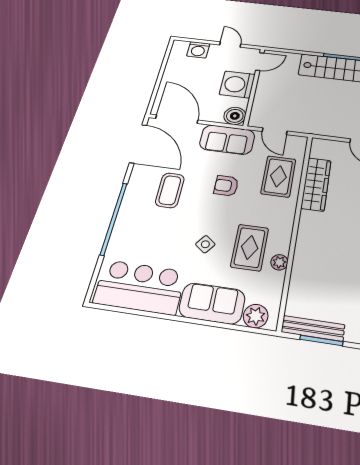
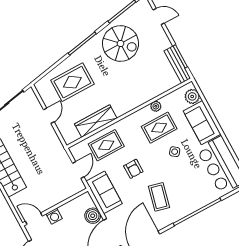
washing machine: (237, 84) -> (54, 216), width x0.53, depth x0.53
boiler: (235, 116) -> (93, 216), moved
coffee table: (170, 190) -> (159, 197), turned -76

